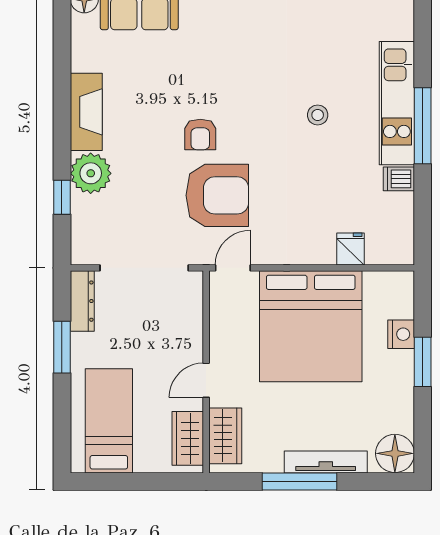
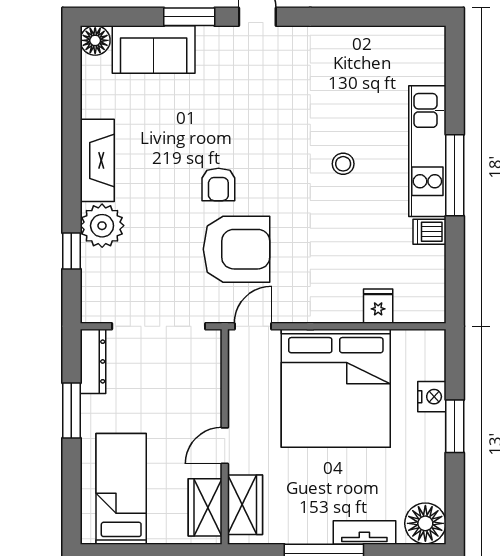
tv unit: (326, 462) -> (364, 533), width x0.71

